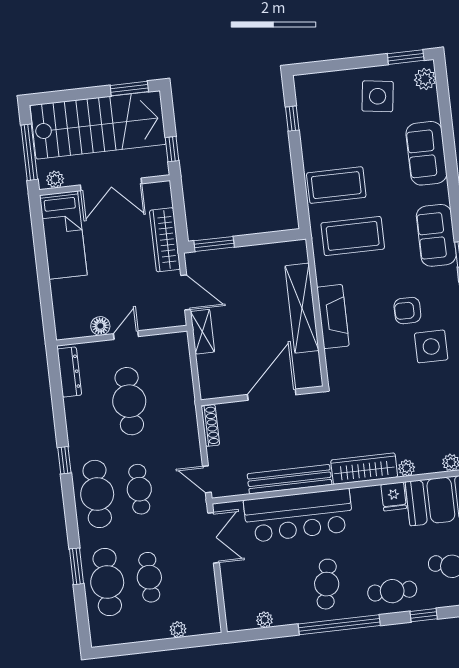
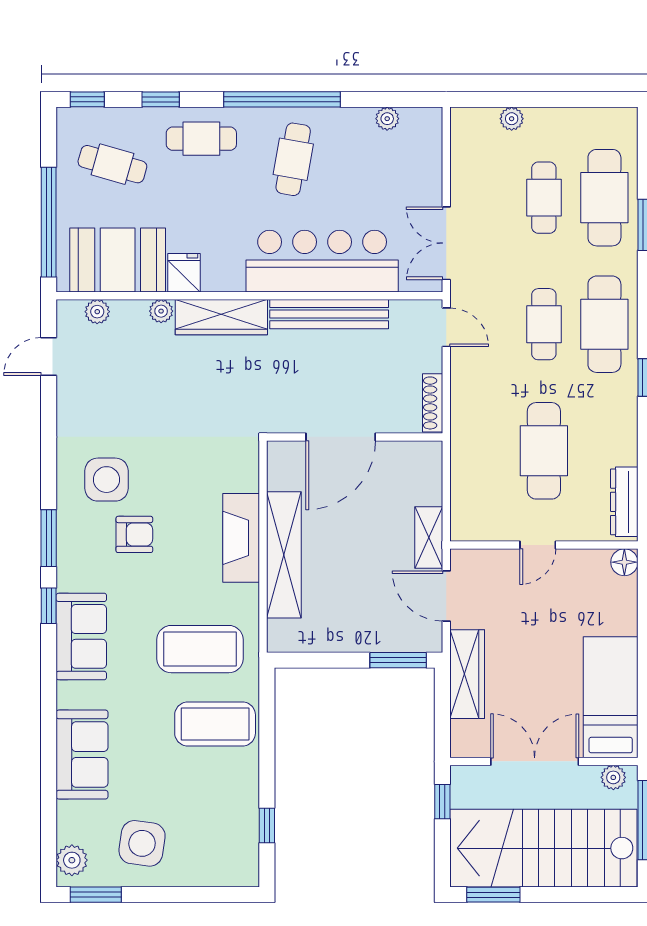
floor lamp: (100, 326) -> (624, 562), moved

